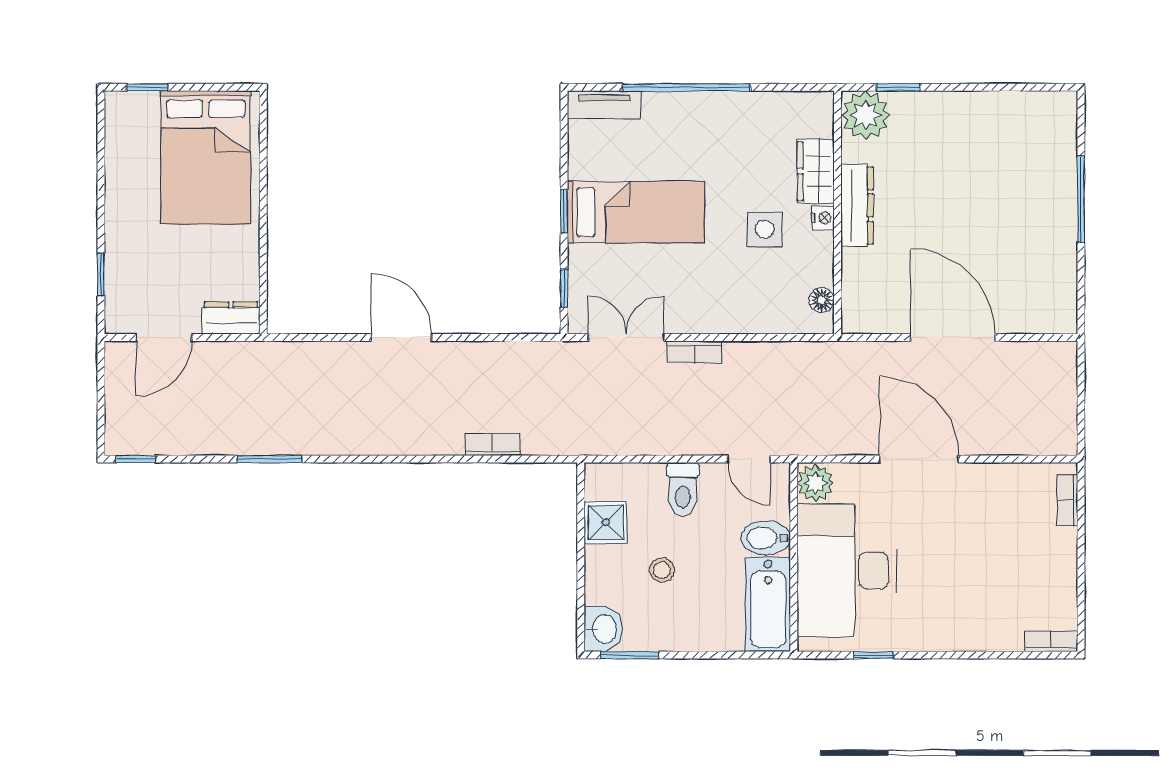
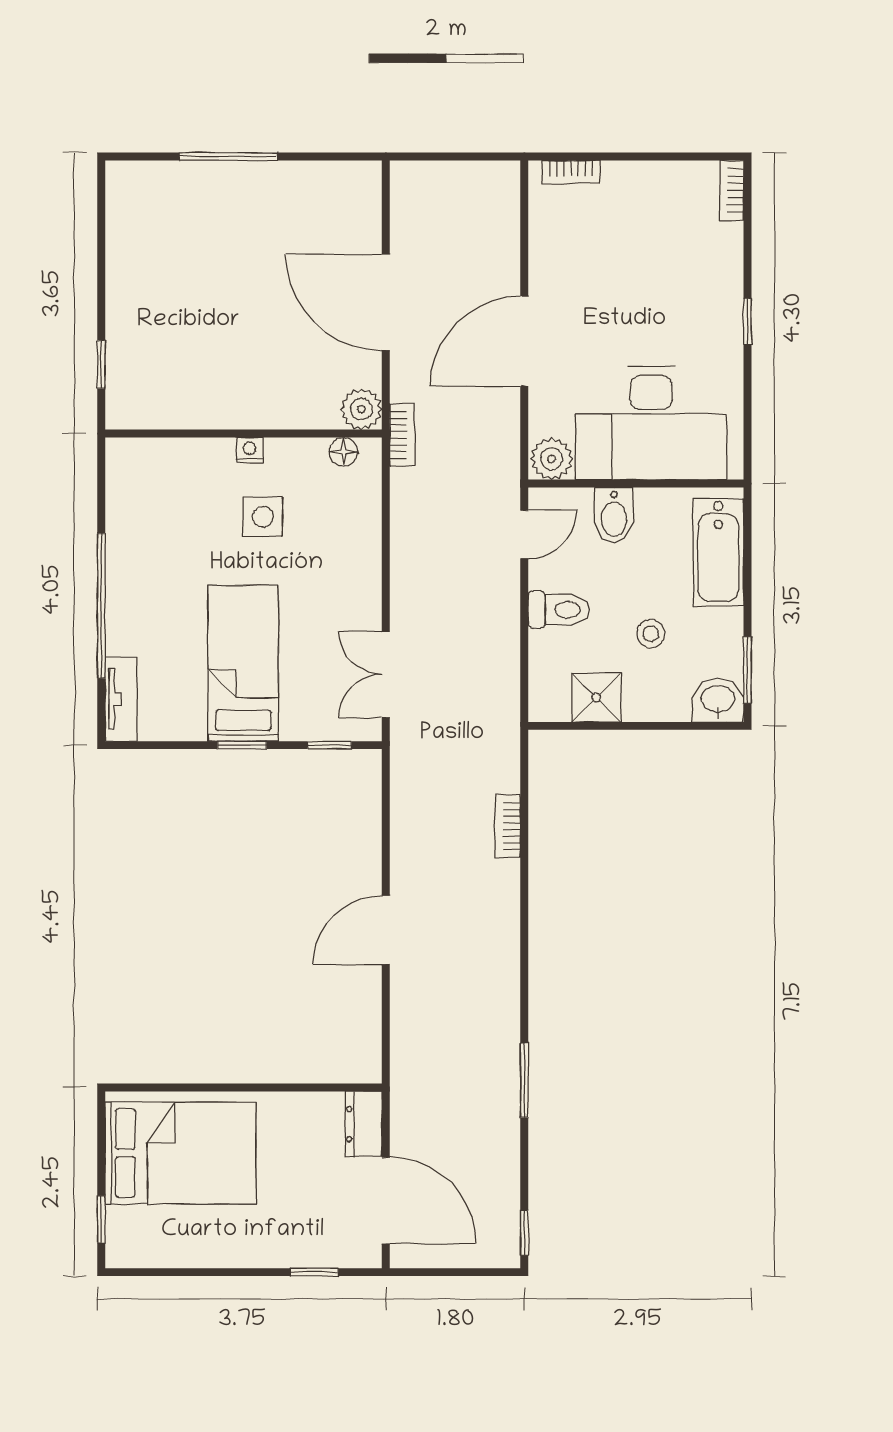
plant: (866, 115) -> (361, 409), moved, width x0.73, depth x0.73
wardrobe: (816, 171) -> (197, 458), removed
dresser: (857, 205) -> (235, 411), removed
door: (164, 337) -> (386, 1201), width x1.36
door: (953, 337) -> (386, 302), hinge flipped
bookcase: (695, 352) -> (402, 435), moved
bathtub: (768, 605) -> (718, 552), moved, turned 90
window: (873, 655) -> (747, 321), moved

